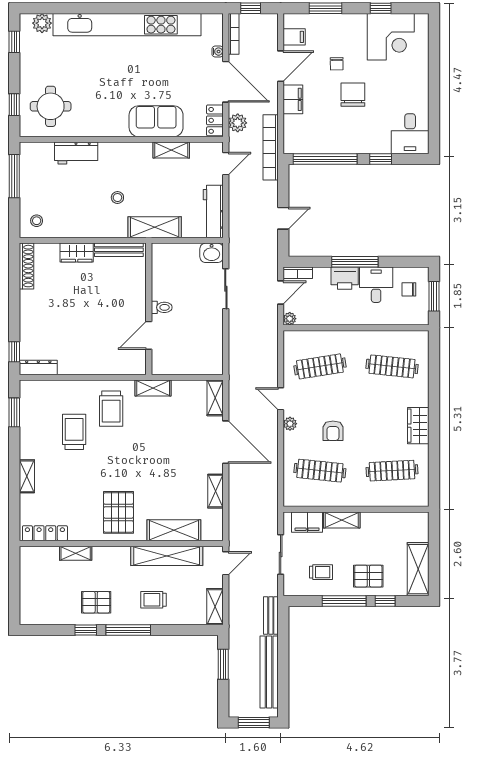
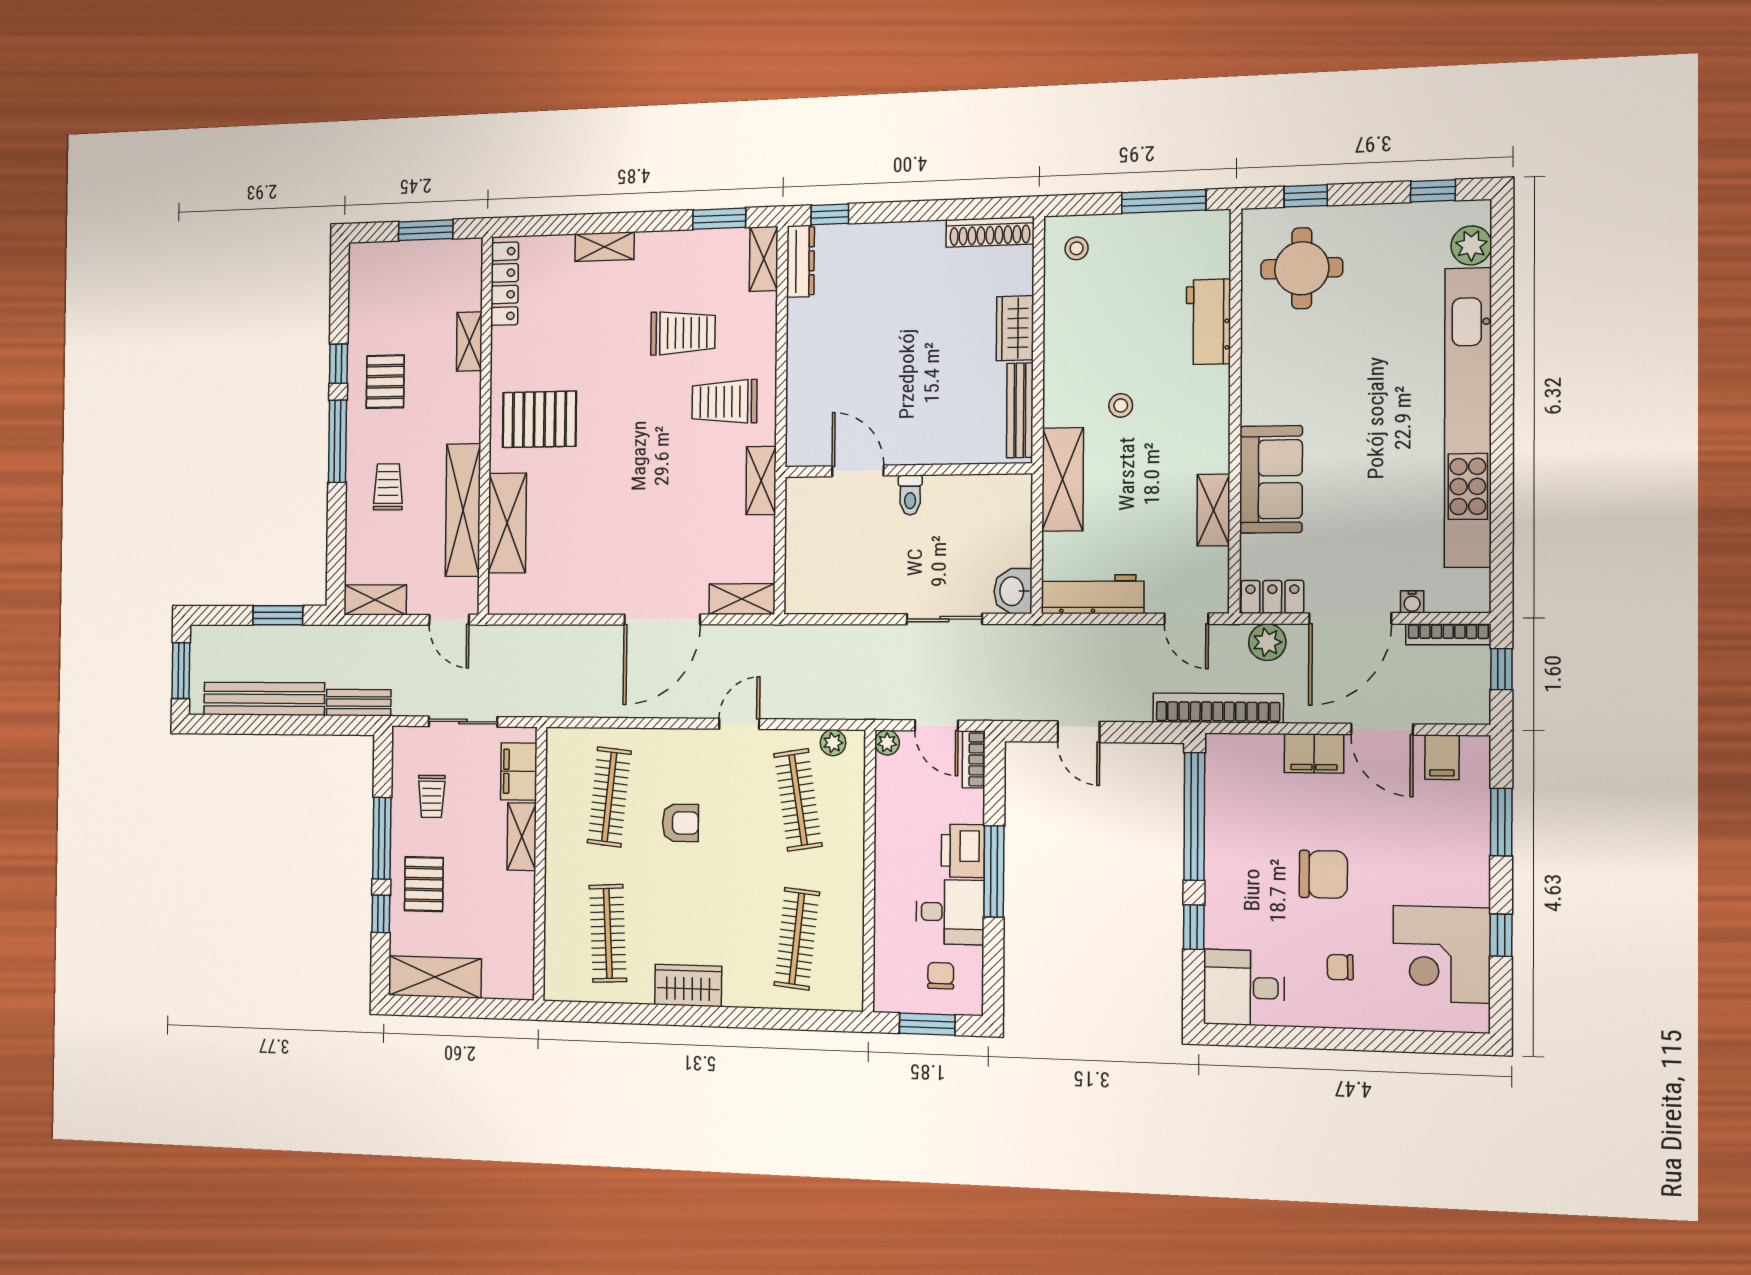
chair: (337, 64) -> (1340, 967), moved
plant: (290, 424) -> (833, 743), moved
armchair: (333, 431) -> (680, 823), turned 180
shelving: (216, 491) -> (764, 259), moved, turned 90
window: (14, 579) -> (426, 230), added

